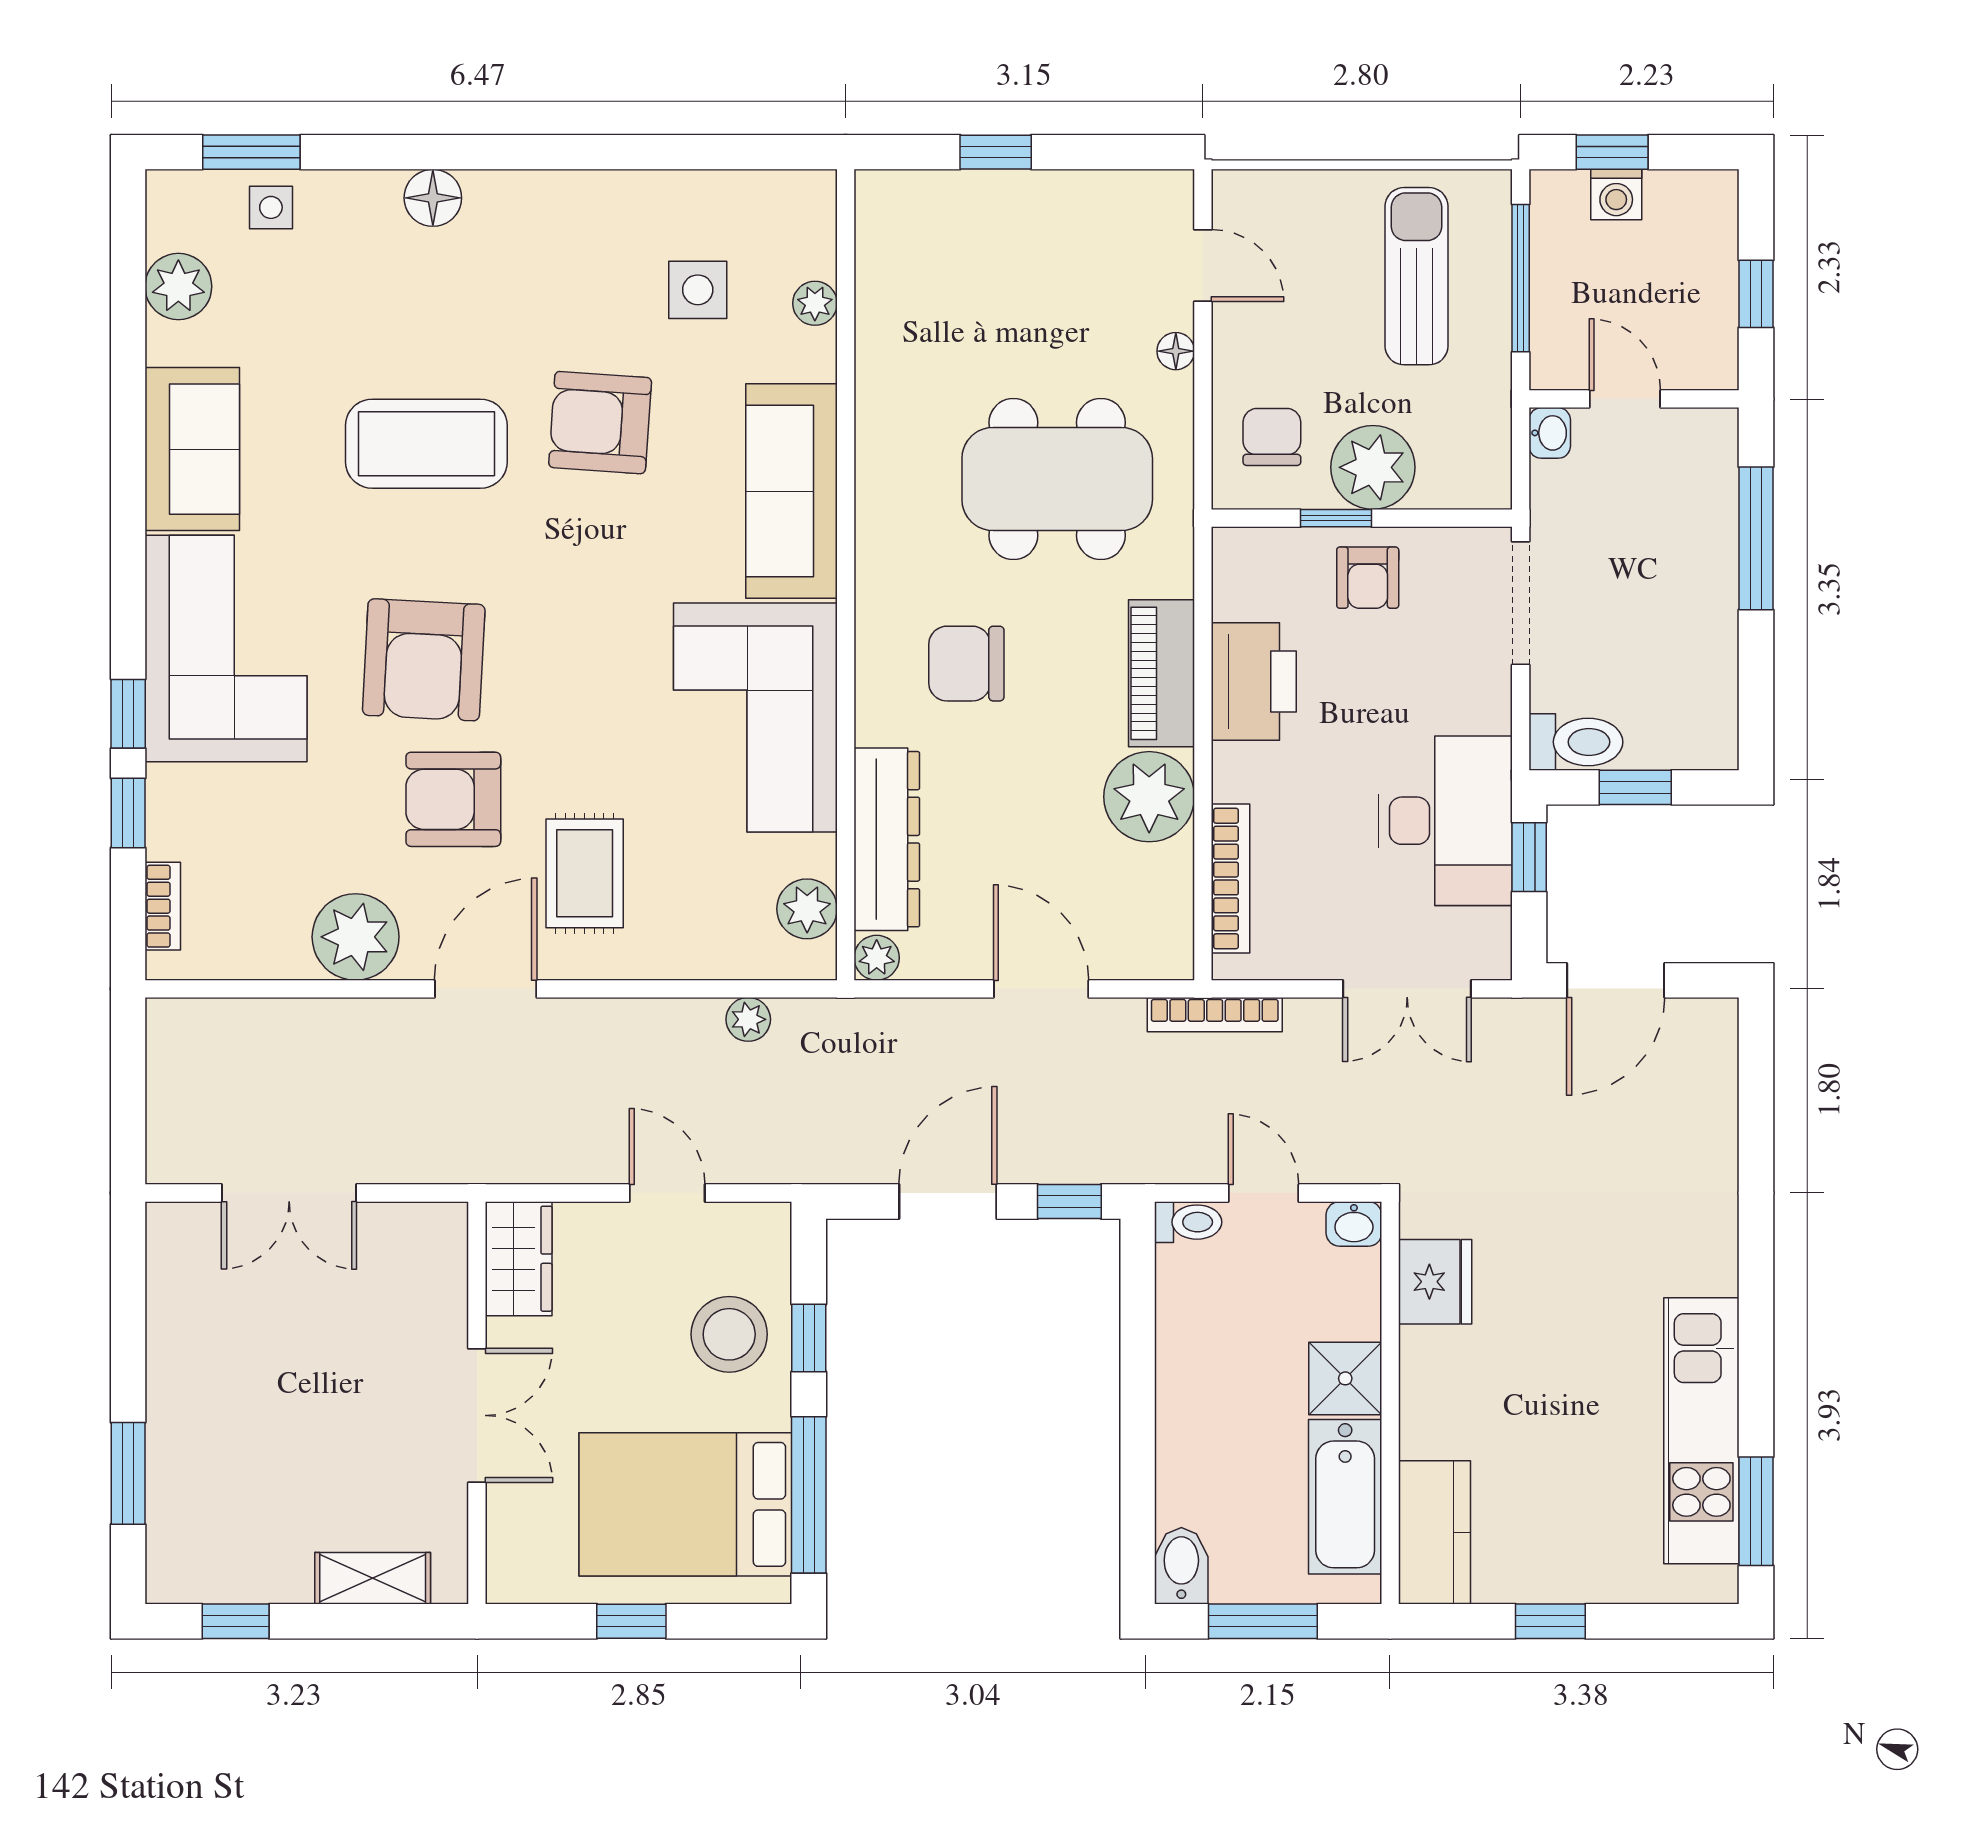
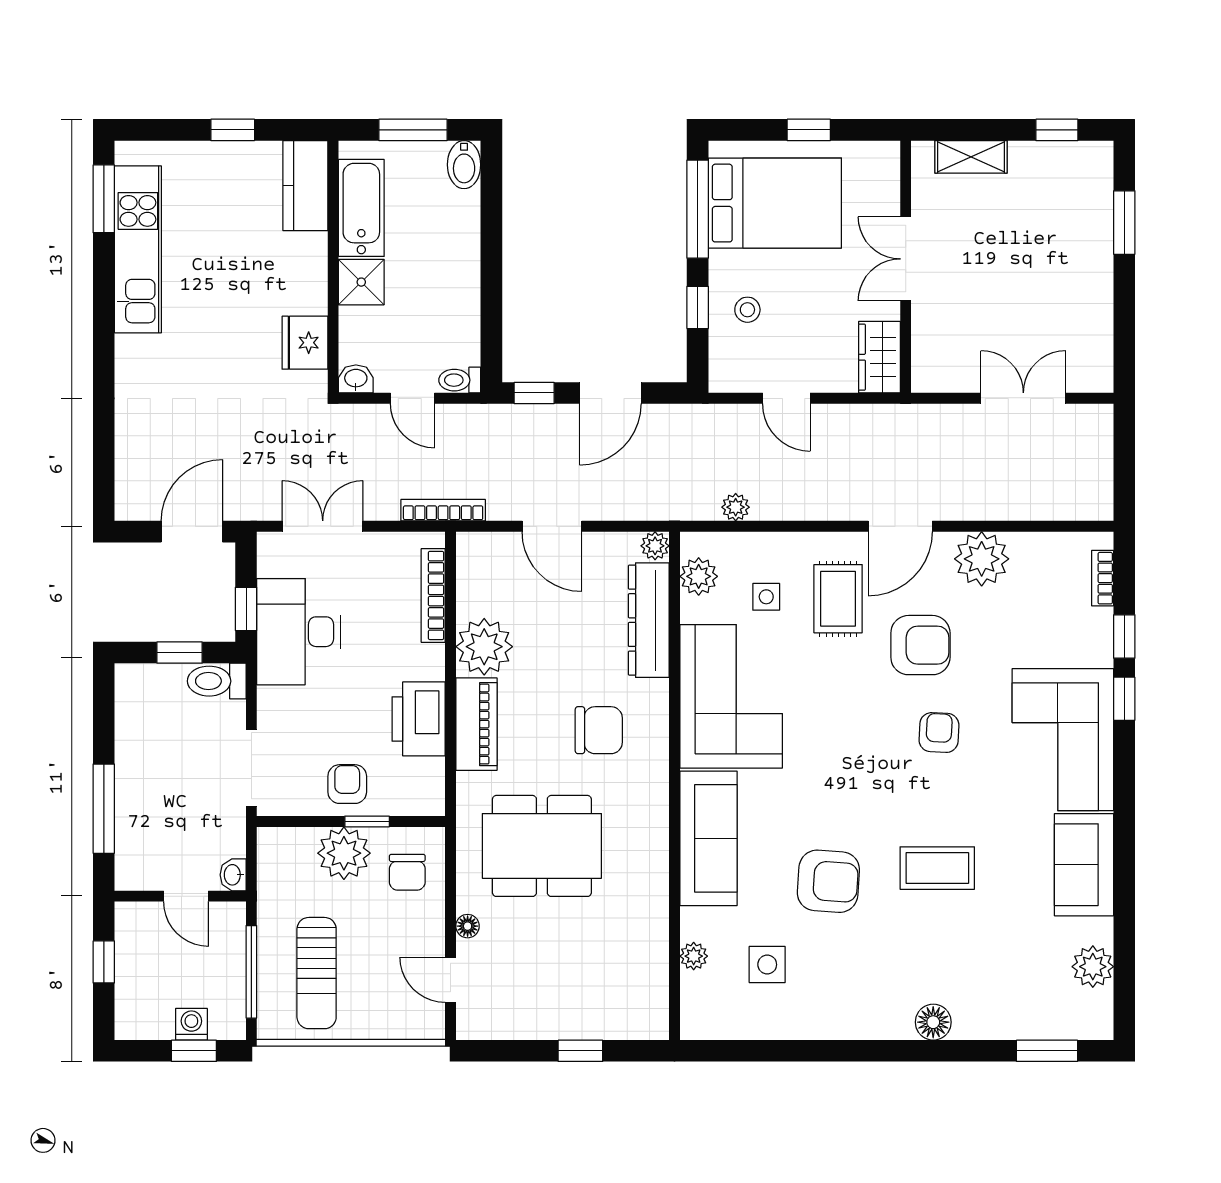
side table: (271, 207) -> (766, 597), moved
coffee table: (426, 444) -> (937, 868), width x0.73, depth x0.76
armchair: (424, 660) -> (939, 733), width x0.53, depth x0.53
stool: (729, 1334) -> (747, 310), width x0.53, depth x0.53

